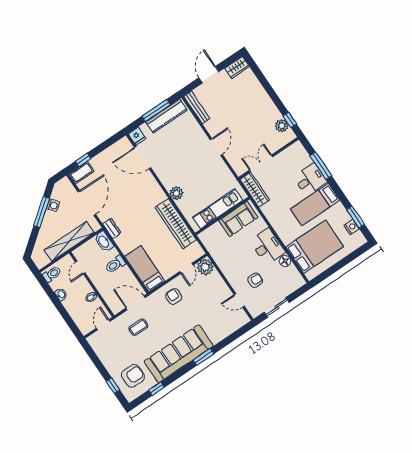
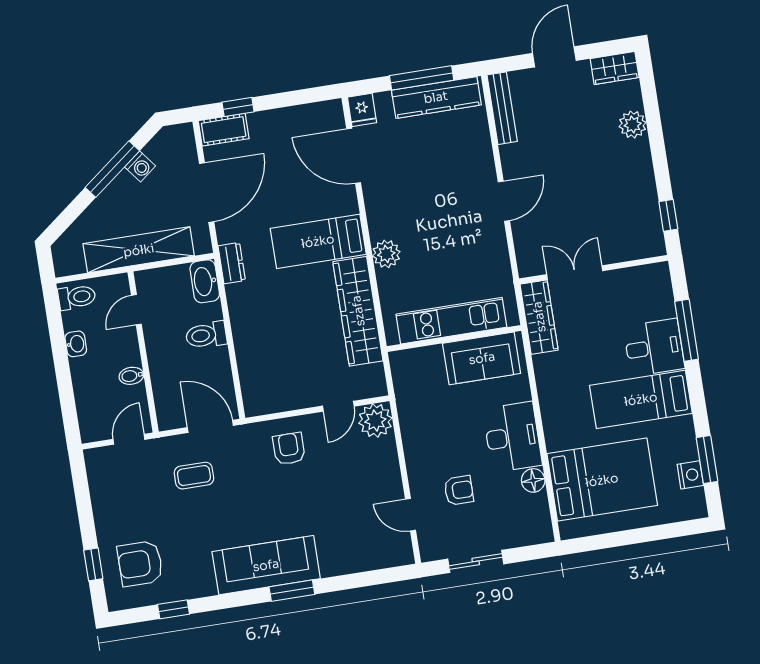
plant: (282, 126) -> (633, 125), moved
bed: (145, 269) -> (318, 241), moved, turned -90
sofa: (179, 354) -> (266, 565), width x0.74, depth x0.79
armchair: (133, 376) -> (140, 564), turned 180

